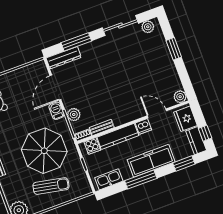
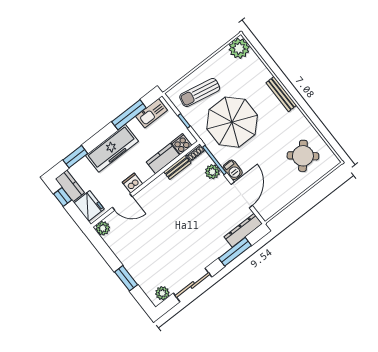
kitchen counter: (118, 136) -> (163, 159), width x0.67
window: (141, 179) -> (129, 115), moved
sun lounger: (51, 186) -> (200, 92), moved

